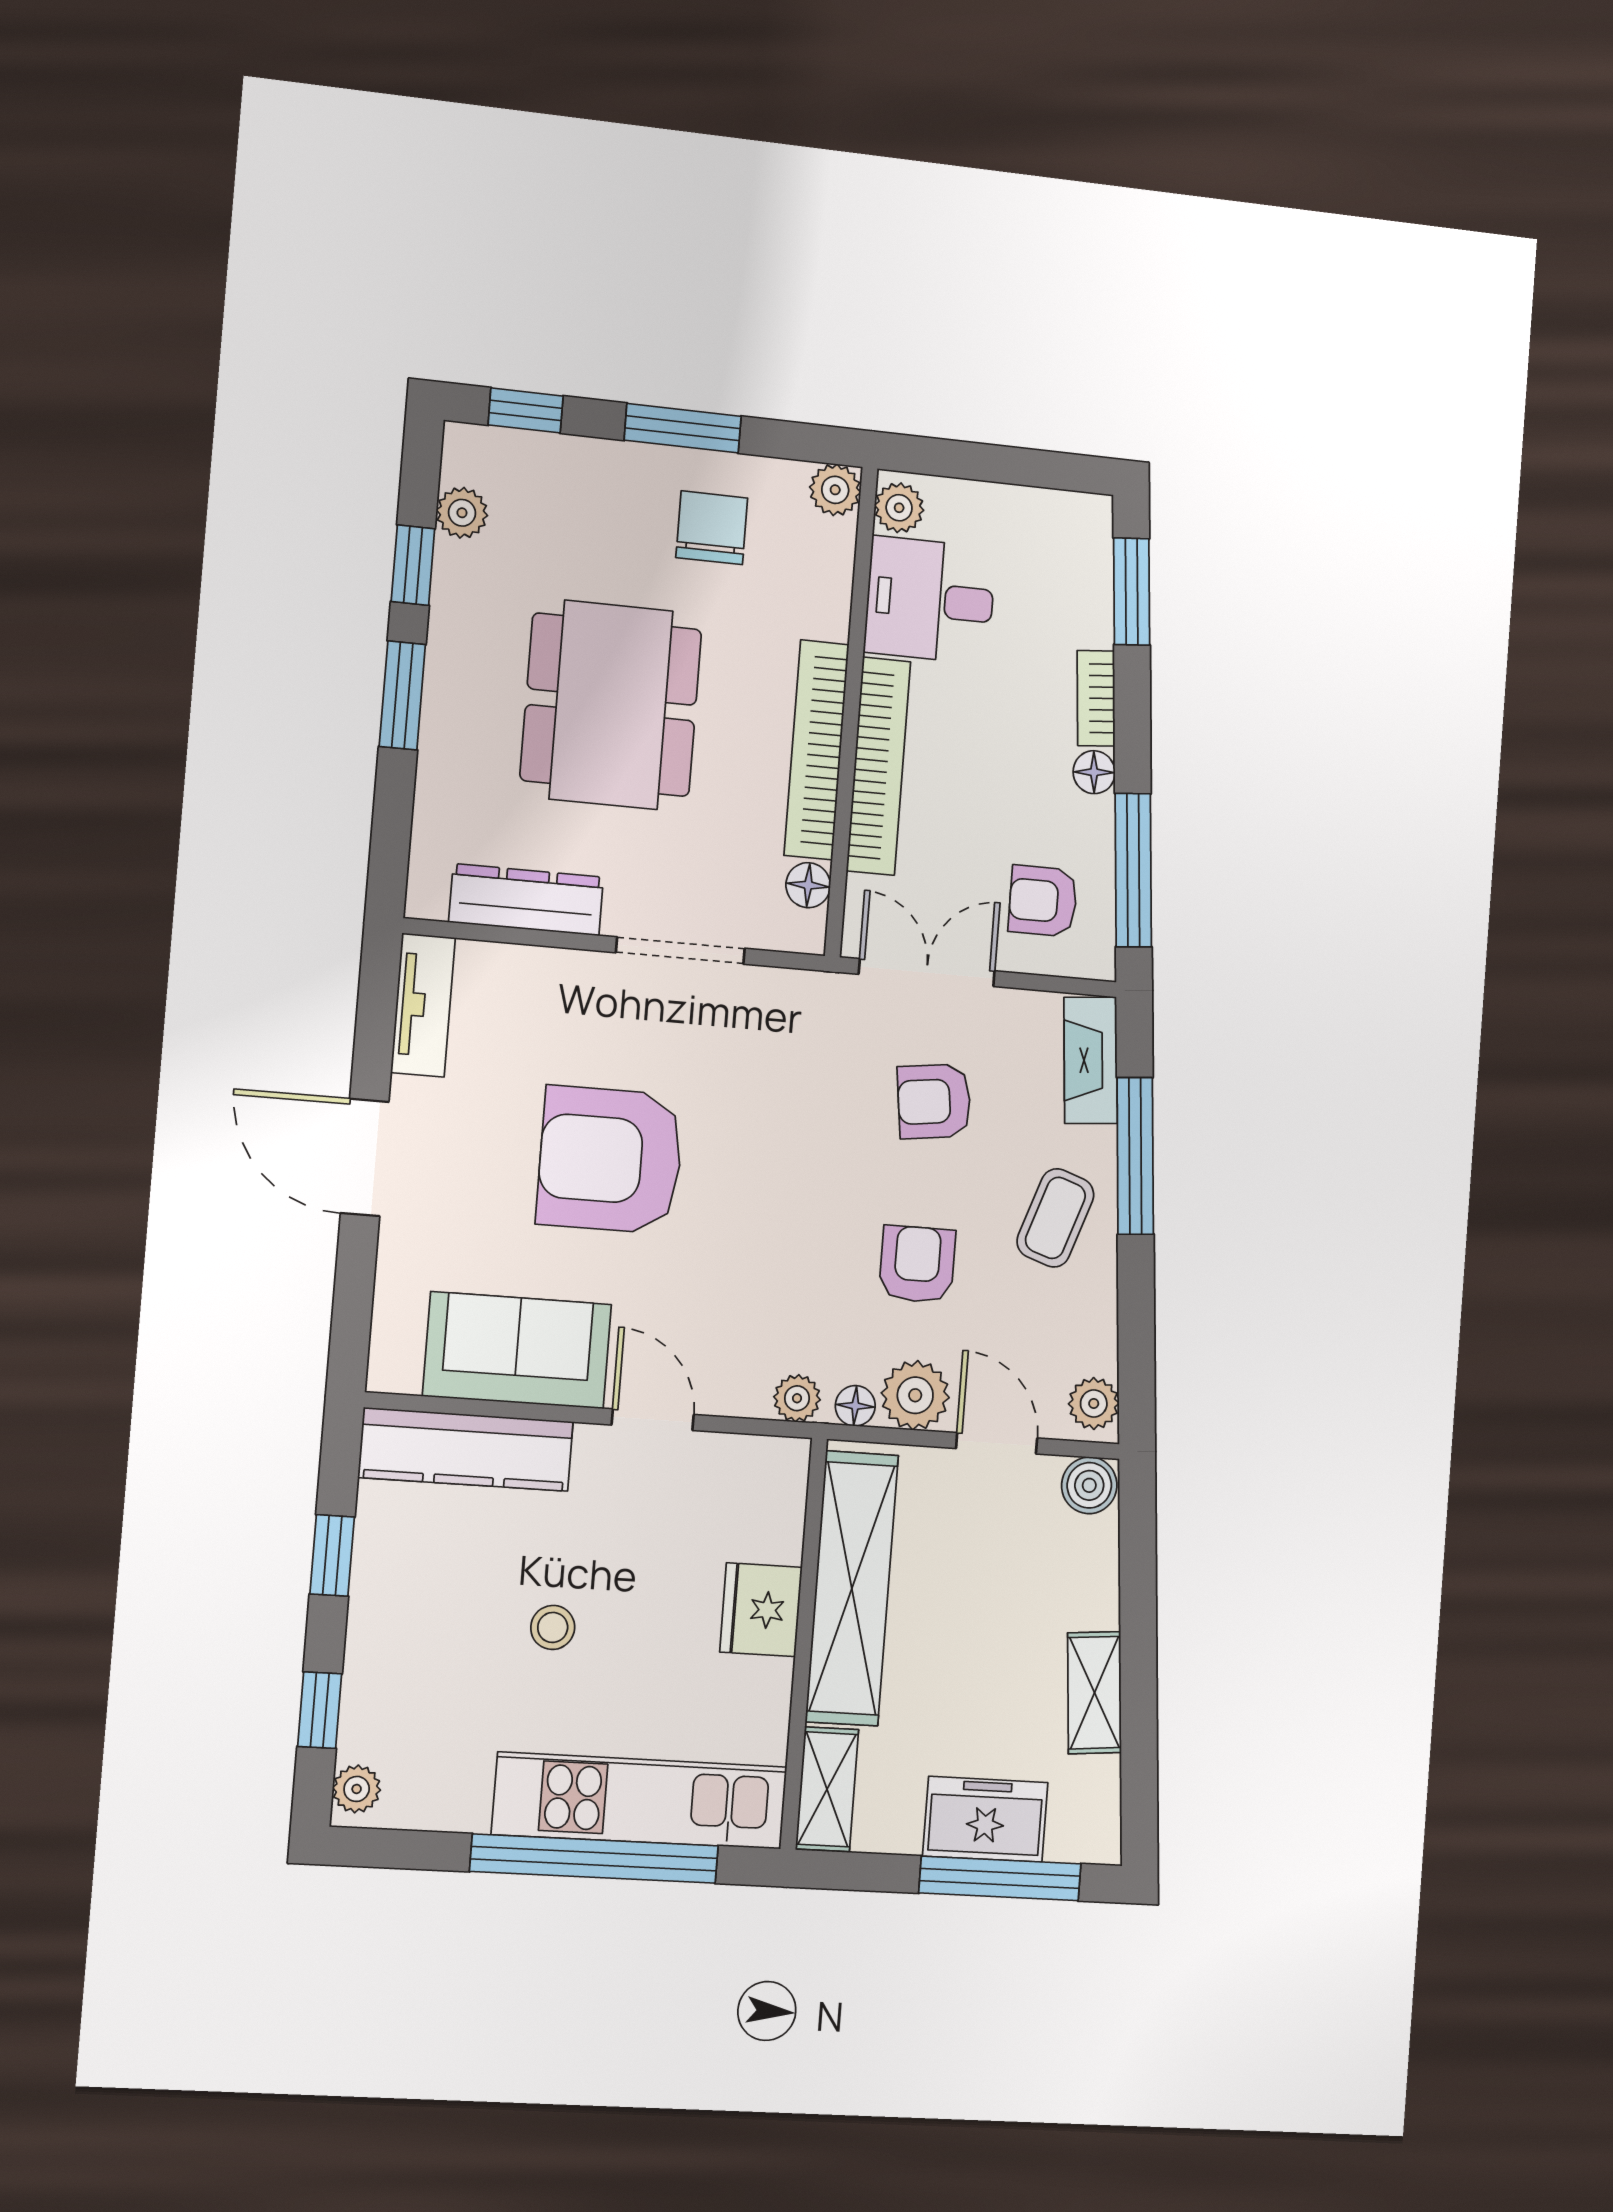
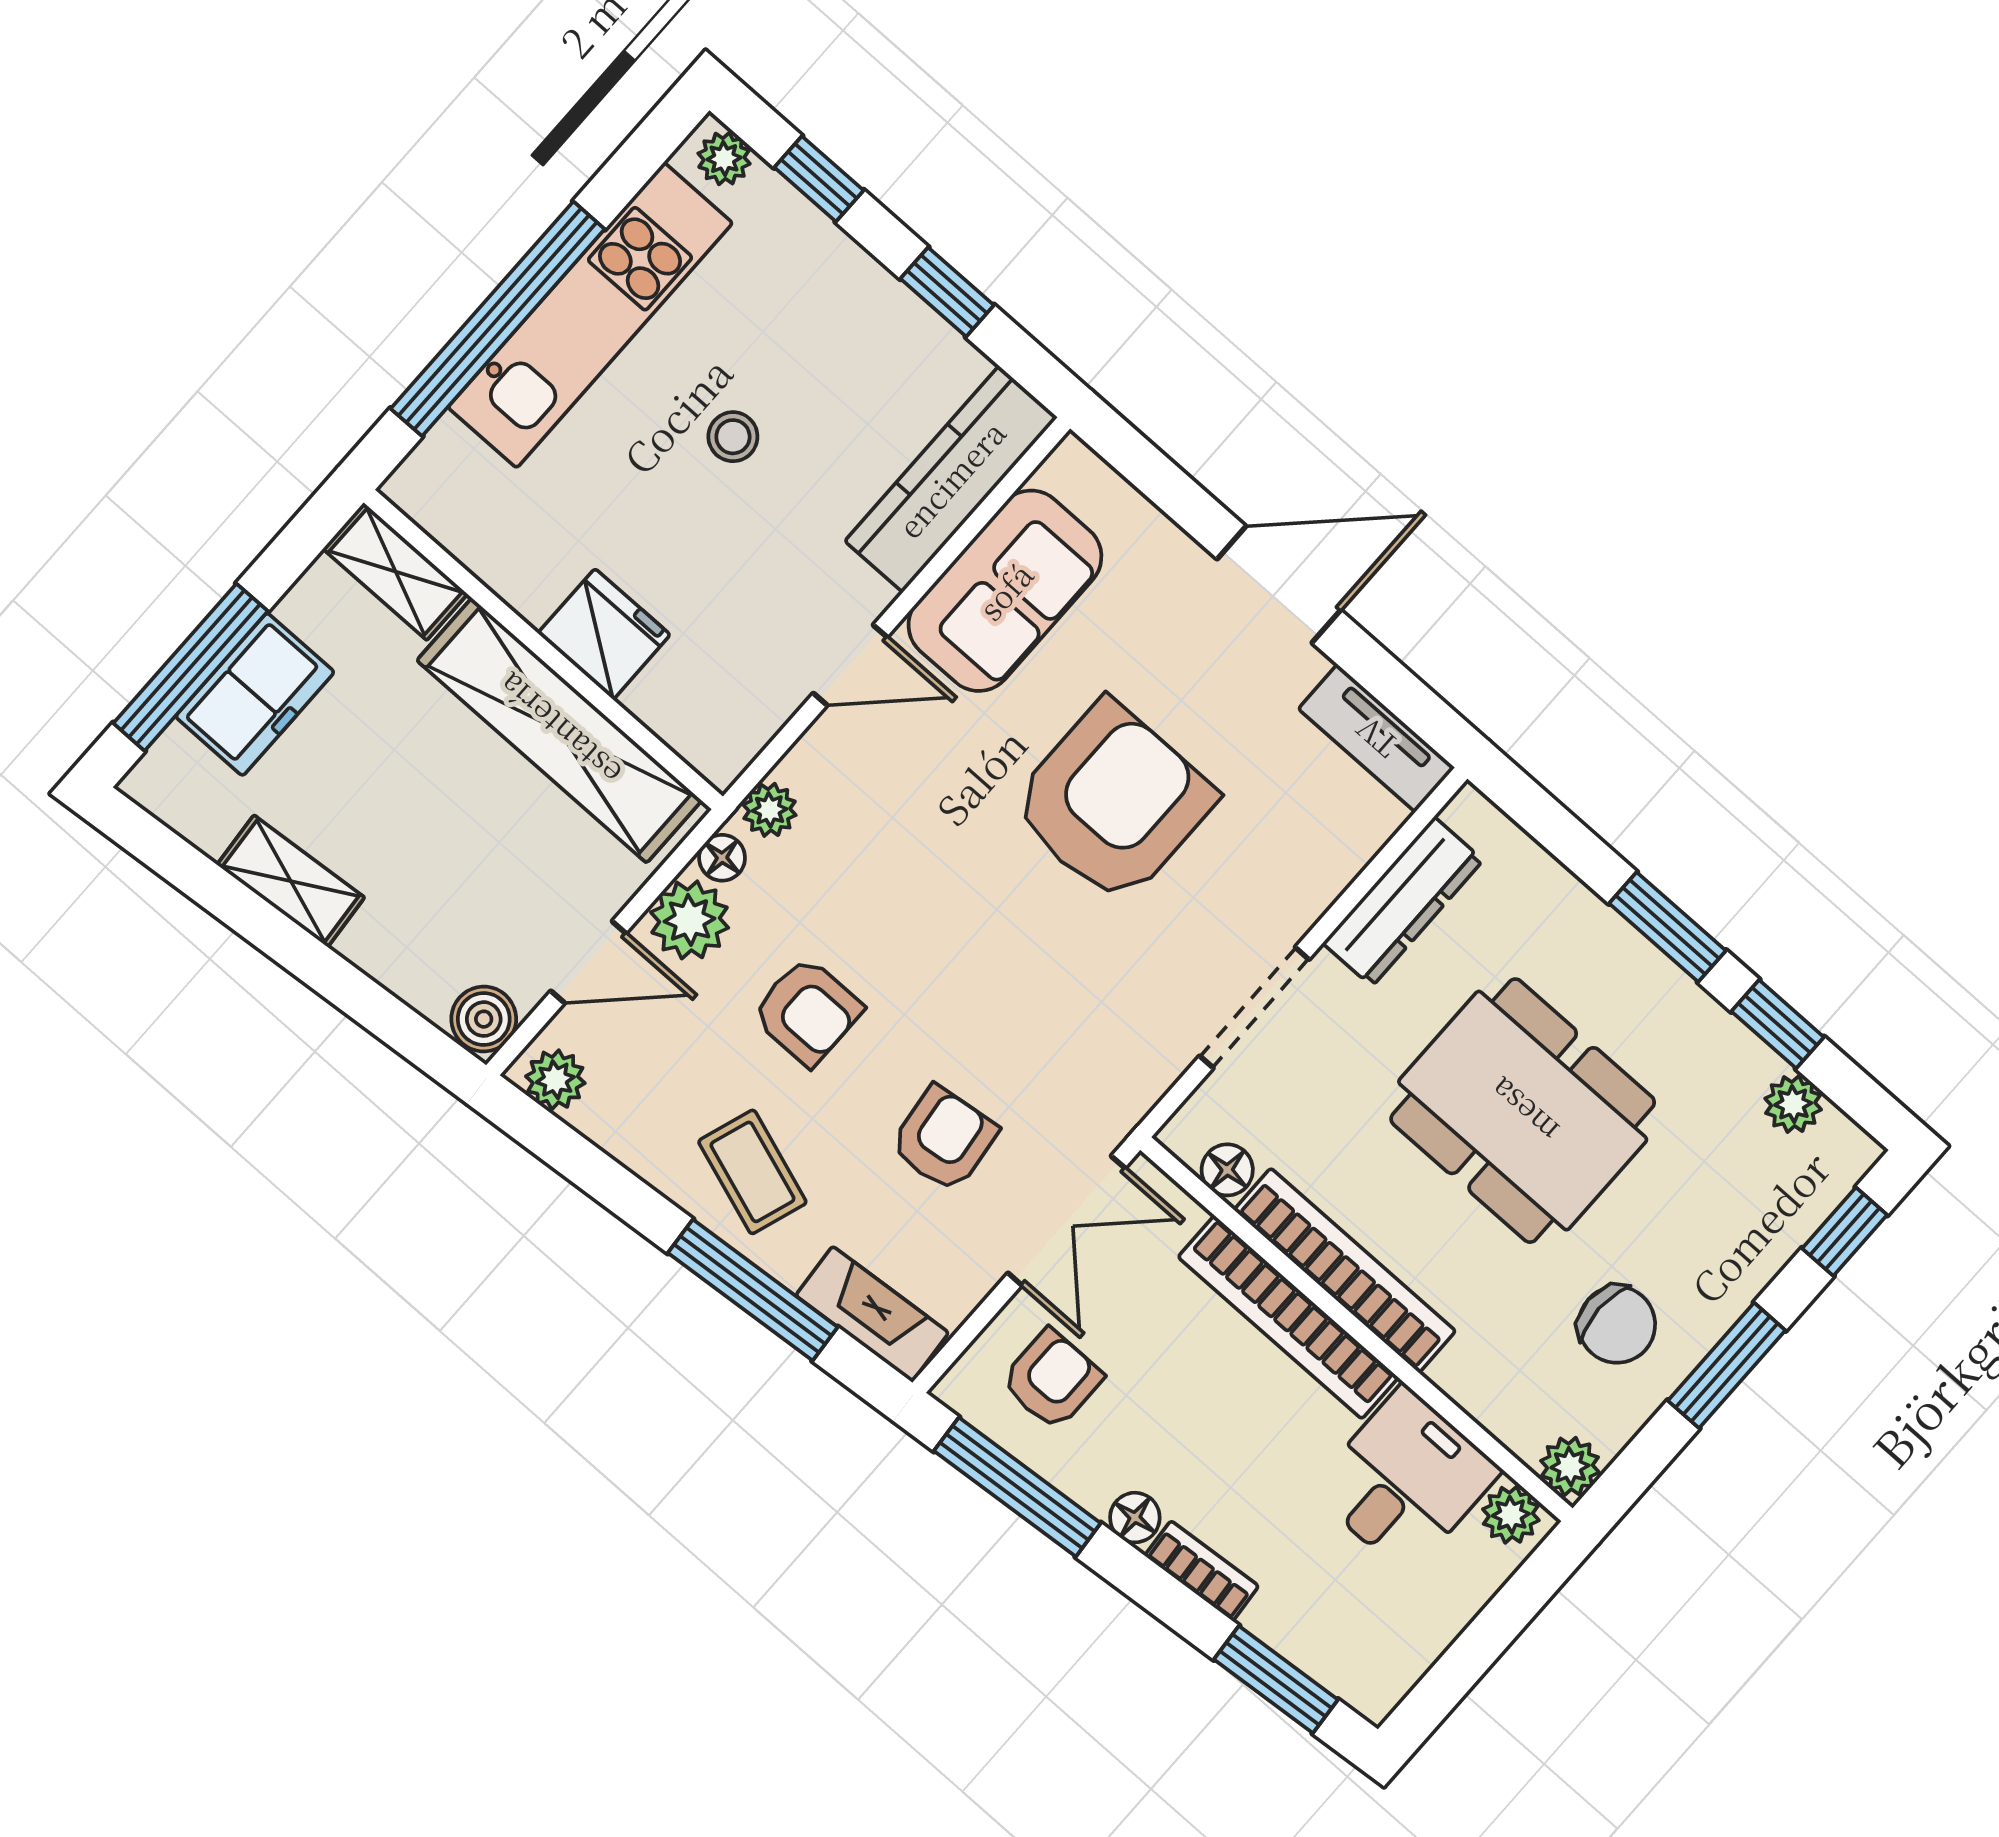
kitchen unit: (640, 1801) -> (590, 315), moved

